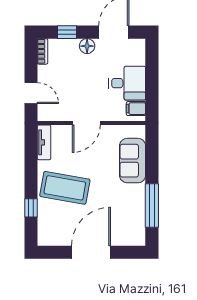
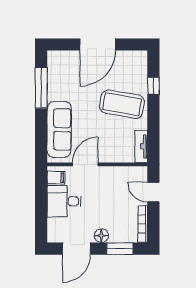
window: (67, 32) -> (120, 249), width x1.50
bookcase: (43, 51) -> (143, 224), width x1.56
door: (86, 123) -> (85, 164), moved
sofa: (133, 161) -> (59, 129), width x1.36

